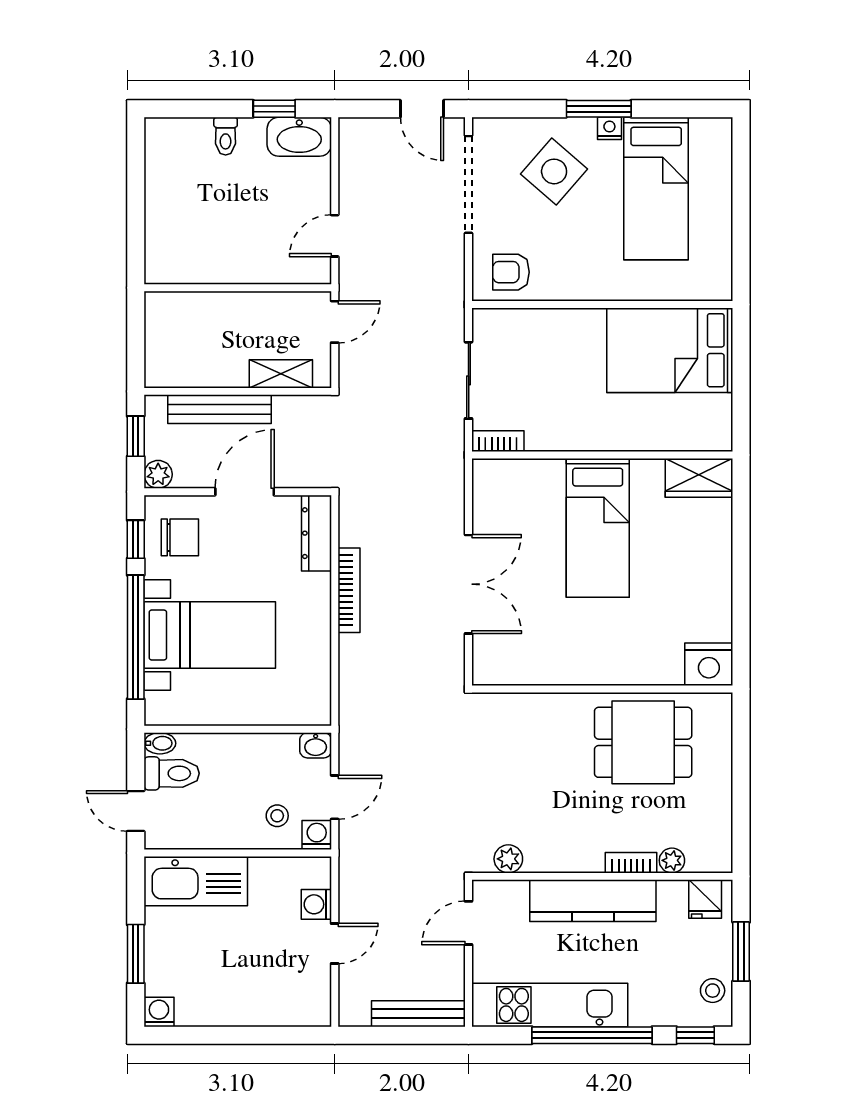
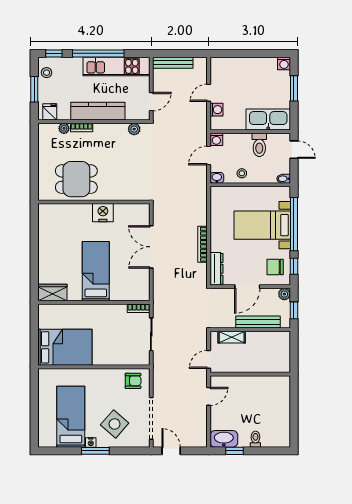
nightstand: (709, 664) -> (103, 213), moved
toilet: (172, 773) -> (259, 145), moved, turned -90
stool: (277, 816) -> (242, 173), moved

